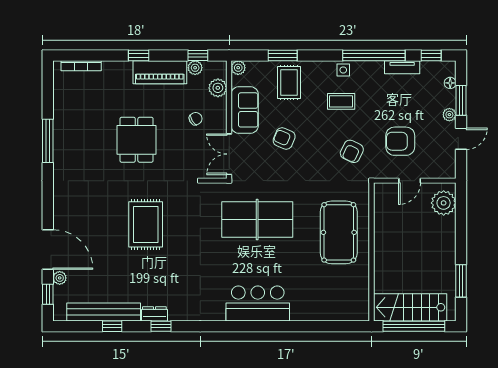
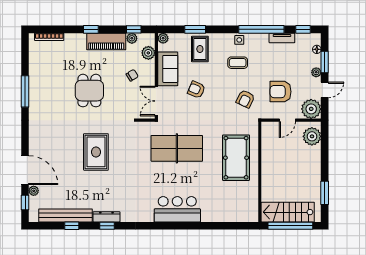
plant: (442, 165) -> (311, 109), added
dresser: (154, 314) -> (106, 217), width x1.44

